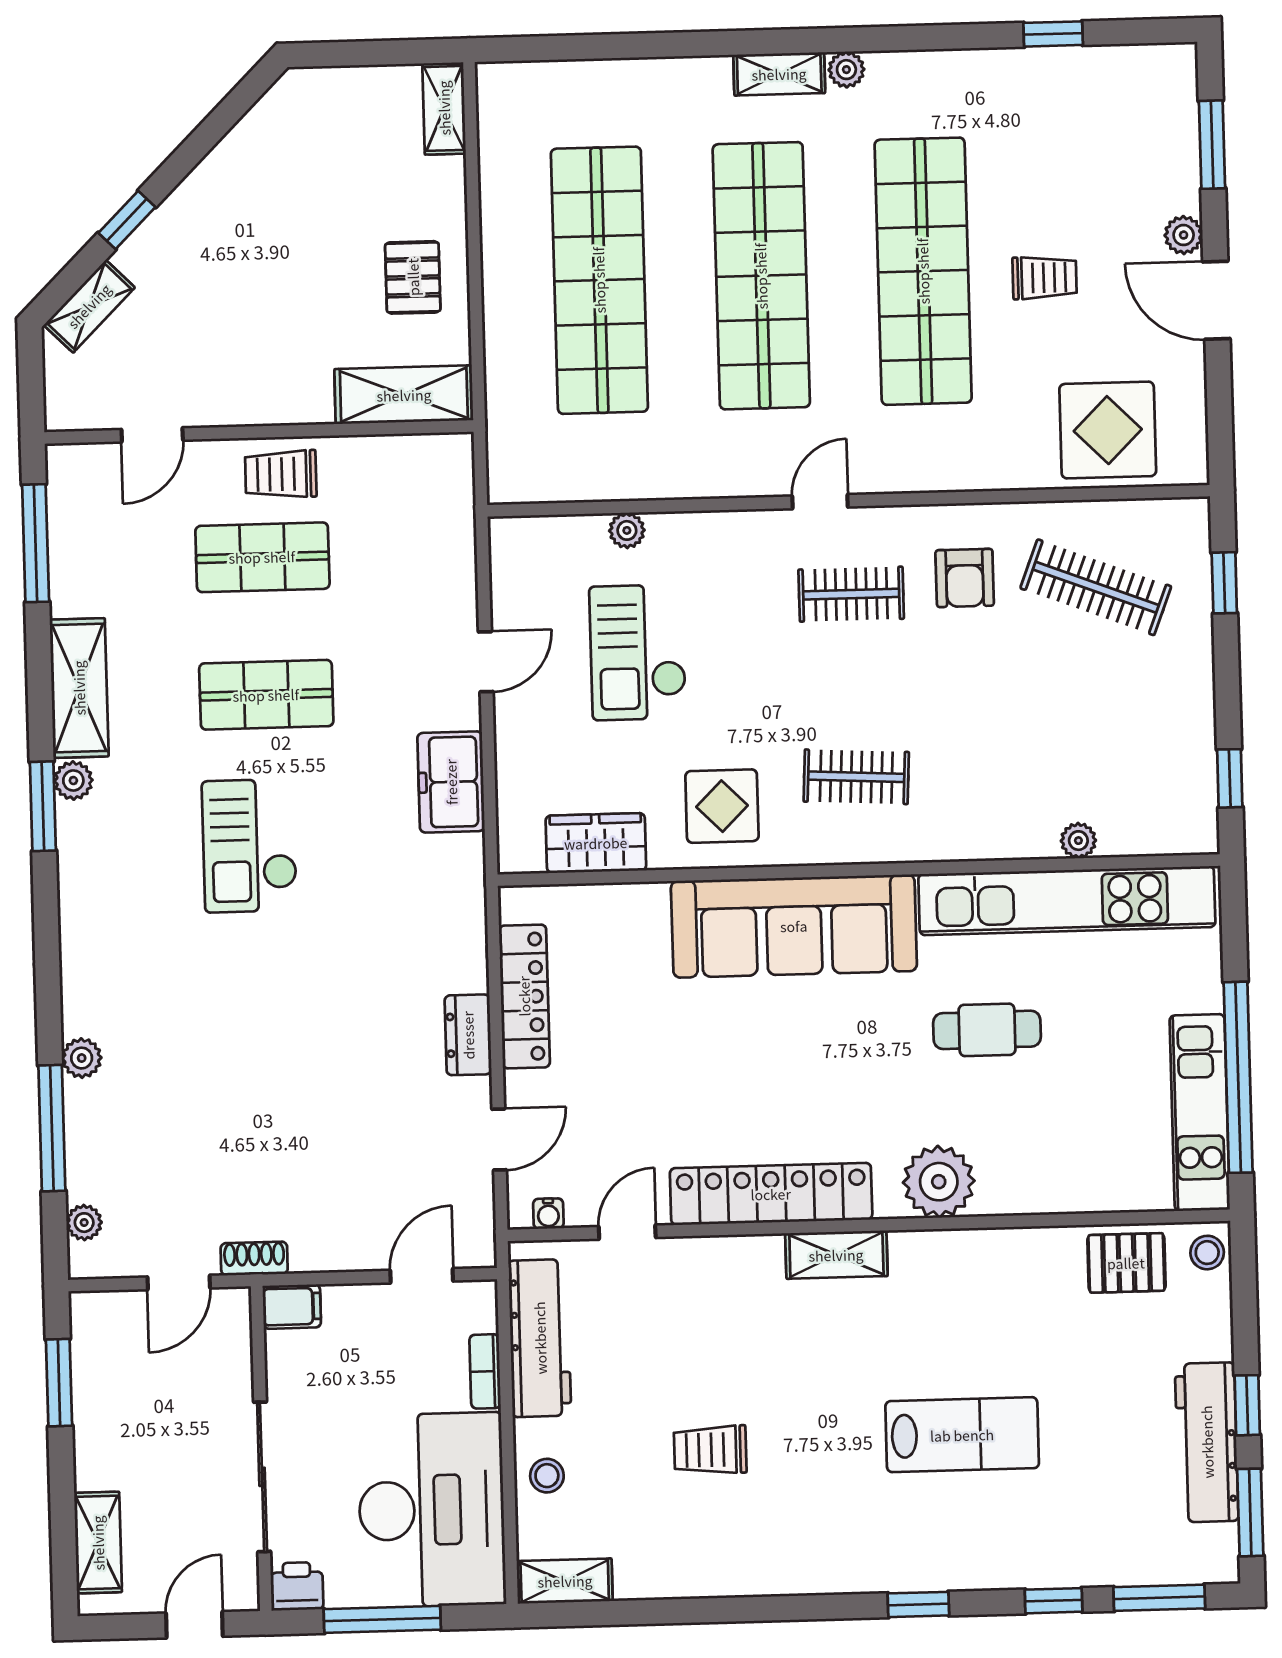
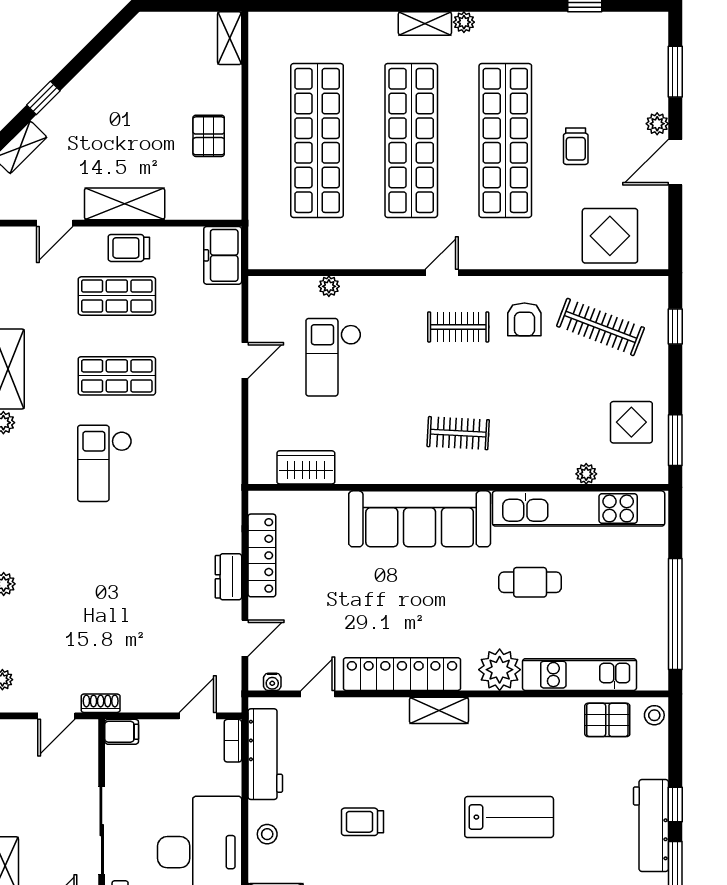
trolley: (1045, 278) -> (576, 146), turned 90
door: (1216, 300) -> (675, 162), hinge flipped
shelving: (404, 395) -> (125, 204), moved
window: (1230, 778) -> (675, 440), width x1.50
freezer: (451, 782) -> (223, 255), moved
display table: (722, 806) -> (631, 422), moved
kitchen unit: (1200, 1113) -> (579, 675), moved, turned 90
bookcase: (485, 1371) -> (233, 741), moved

